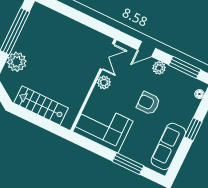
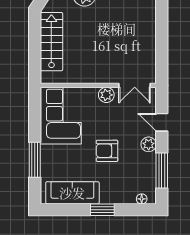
armchair: (148, 103) -> (107, 151), turned -90

